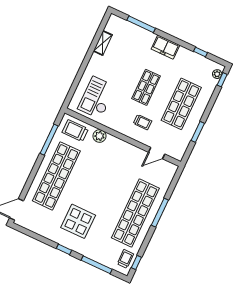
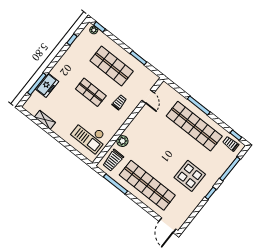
freezer: (166, 47) -> (47, 85), moved

